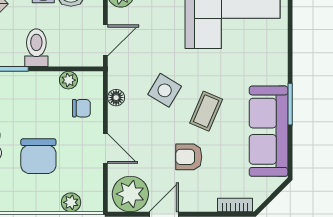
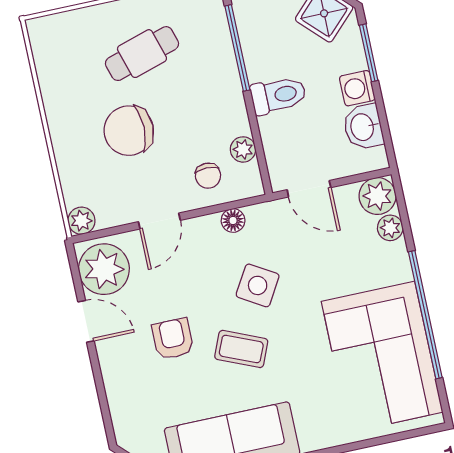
plant: (71, 202) -> (81, 221), moved
bookcase: (235, 205) -> (120, 417), removed

